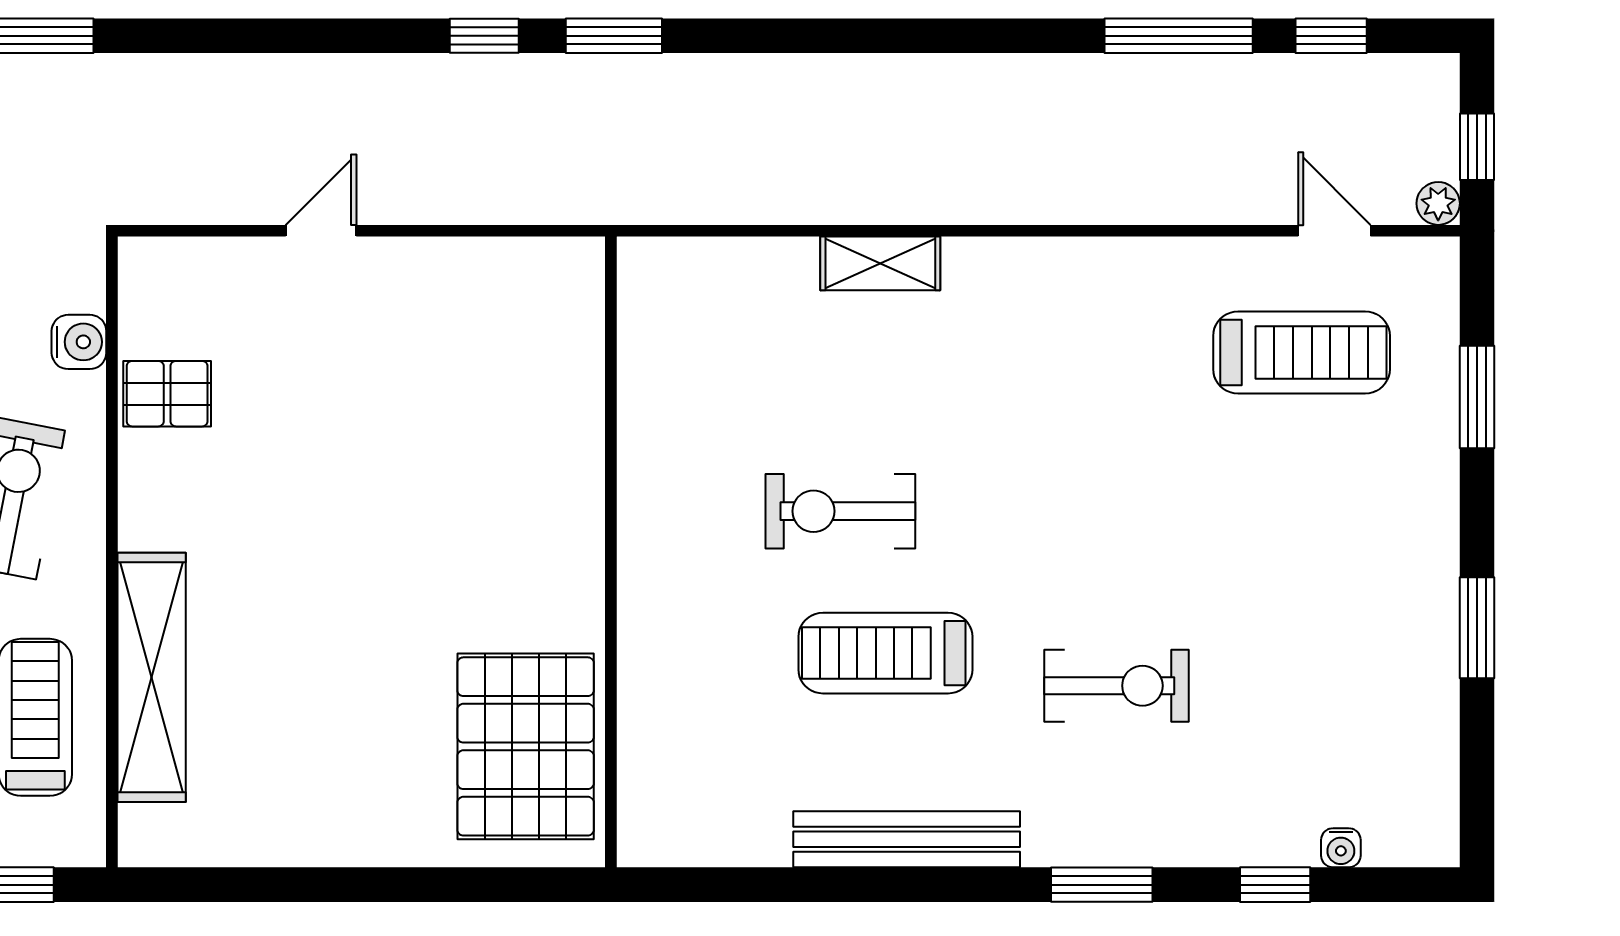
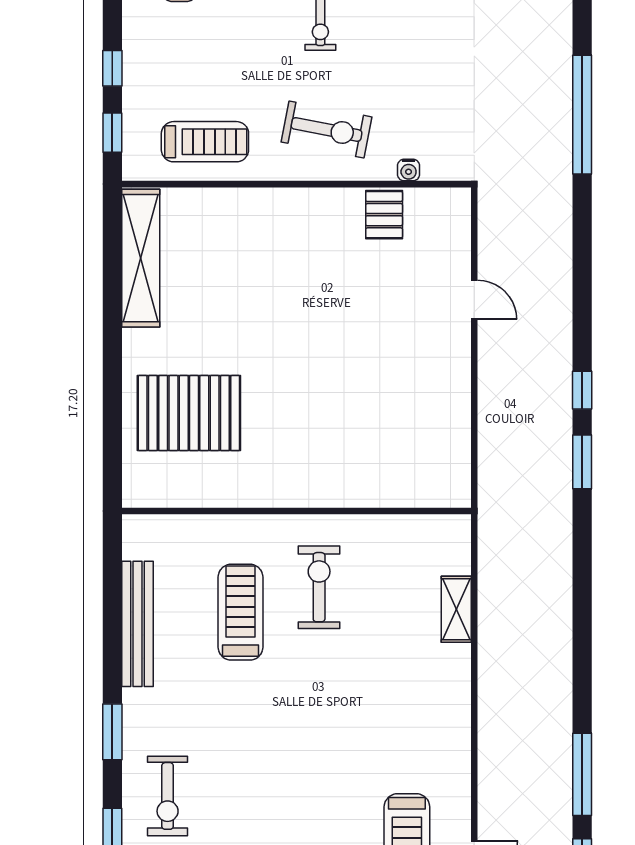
water cooler: (79, 342) -> (409, 170), width x0.72, depth x0.72
wall: (611, 552) -> (297, 511), moved
shelving: (152, 677) -> (141, 258), moved, turned 90
exercise bike: (1116, 686) -> (168, 796), moved

